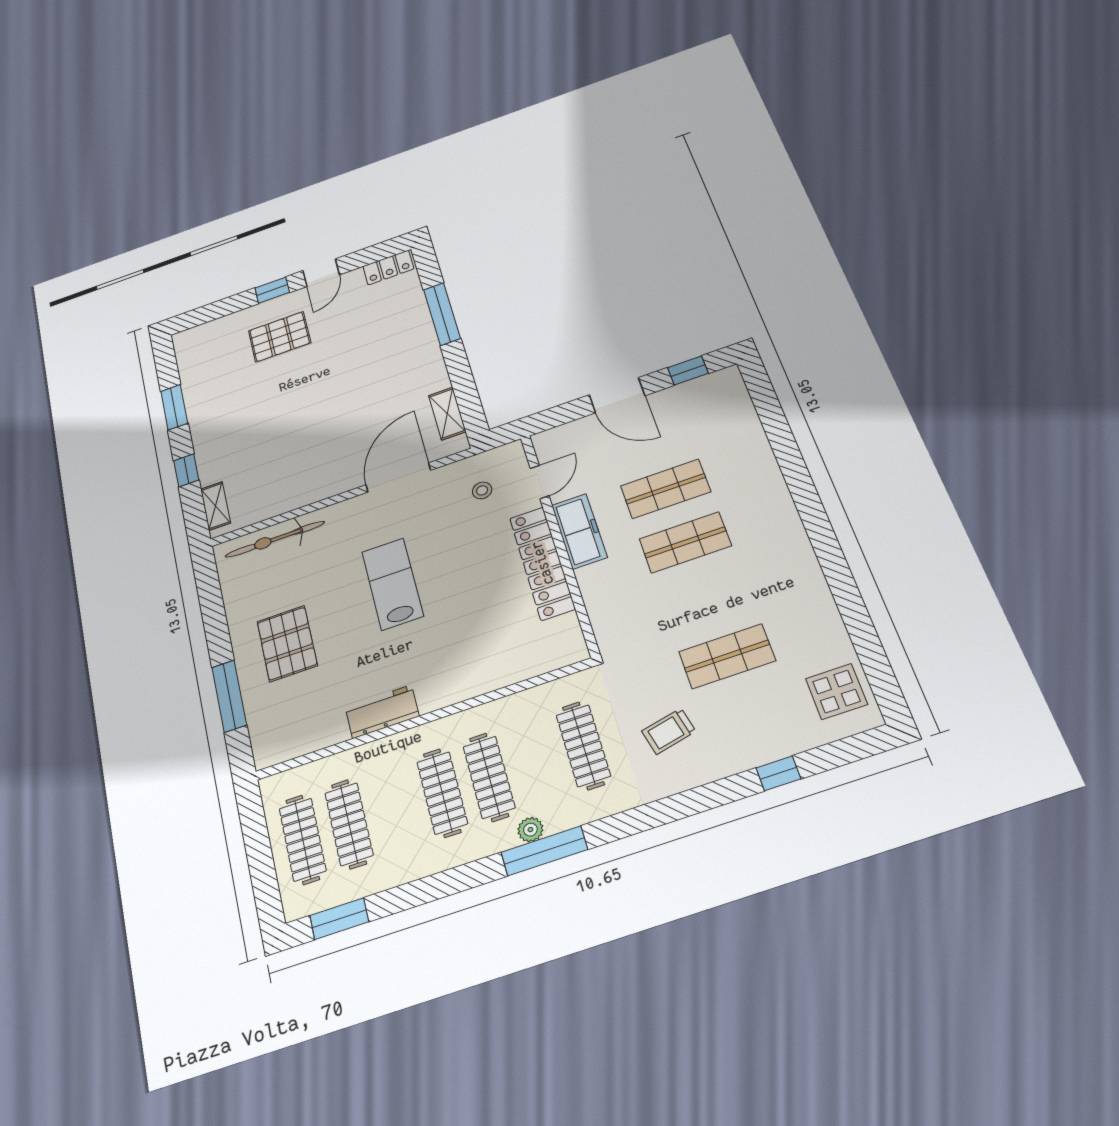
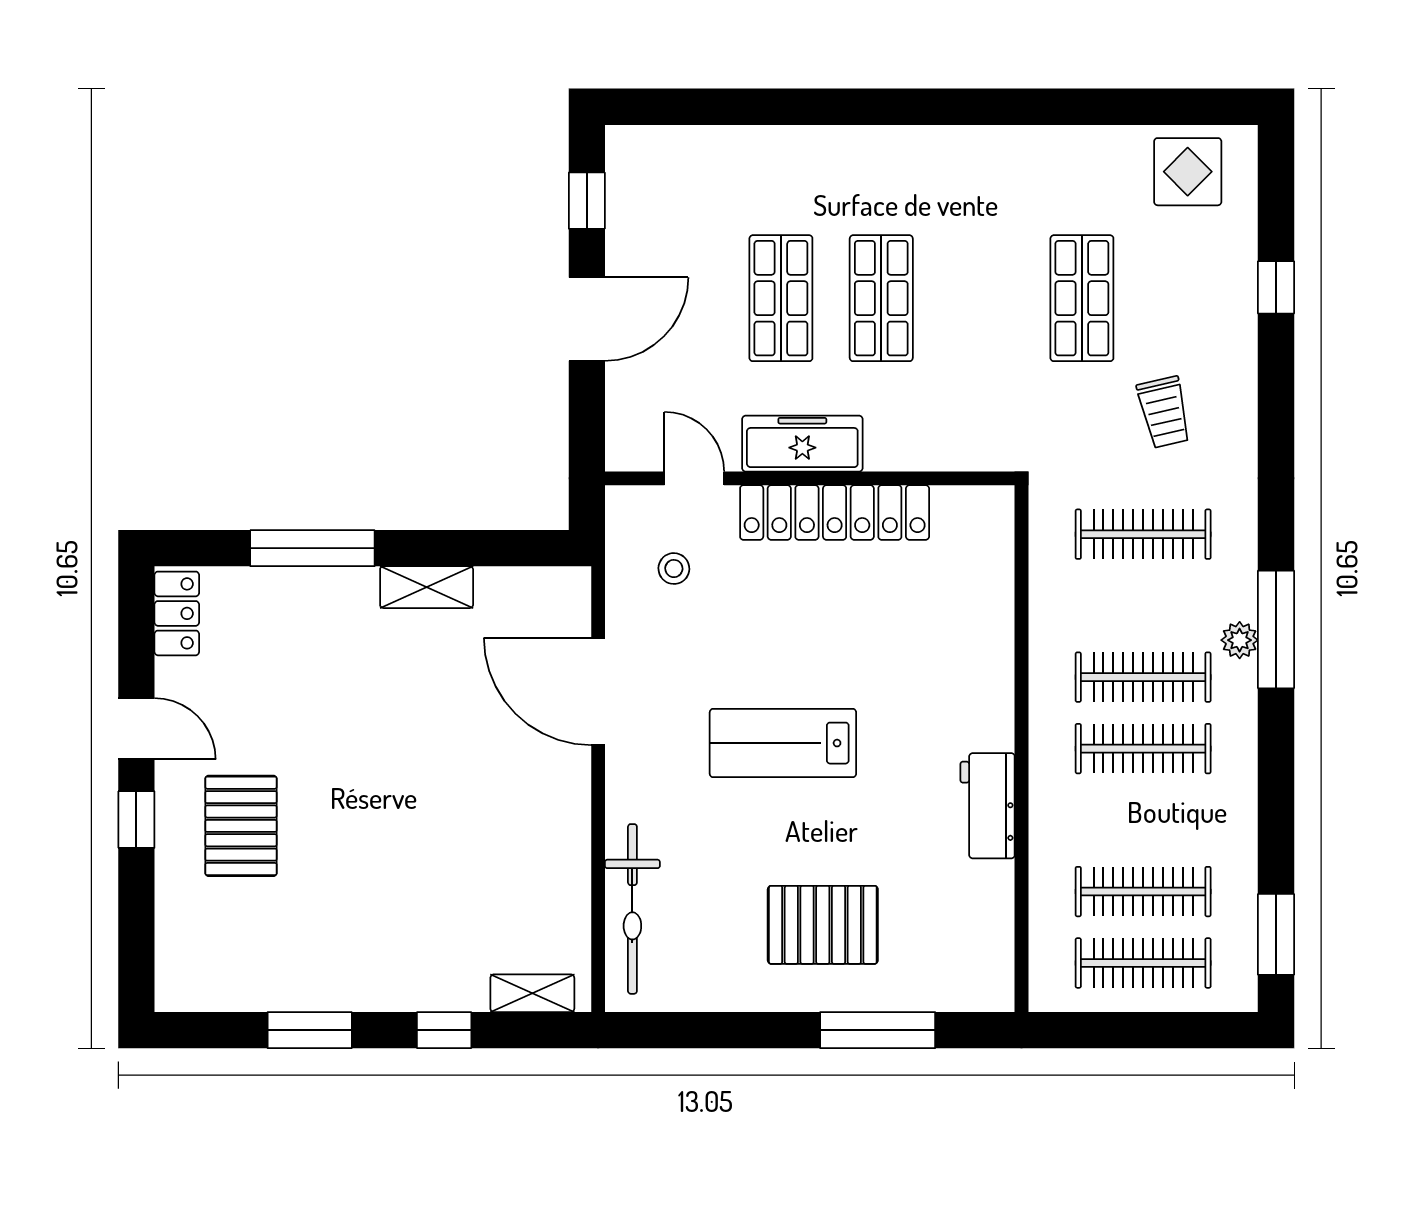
shelving: (447, 414) -> (427, 587), moved

